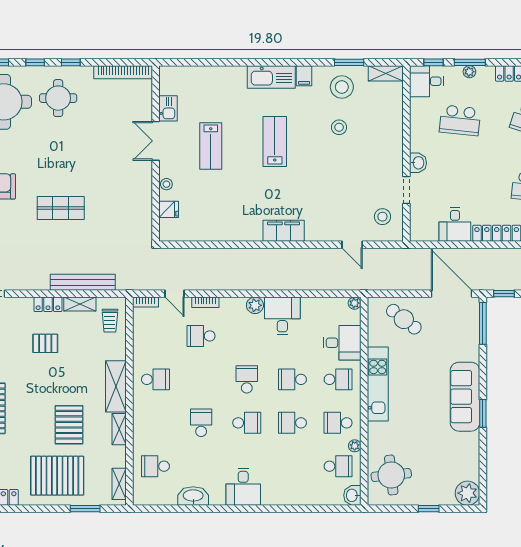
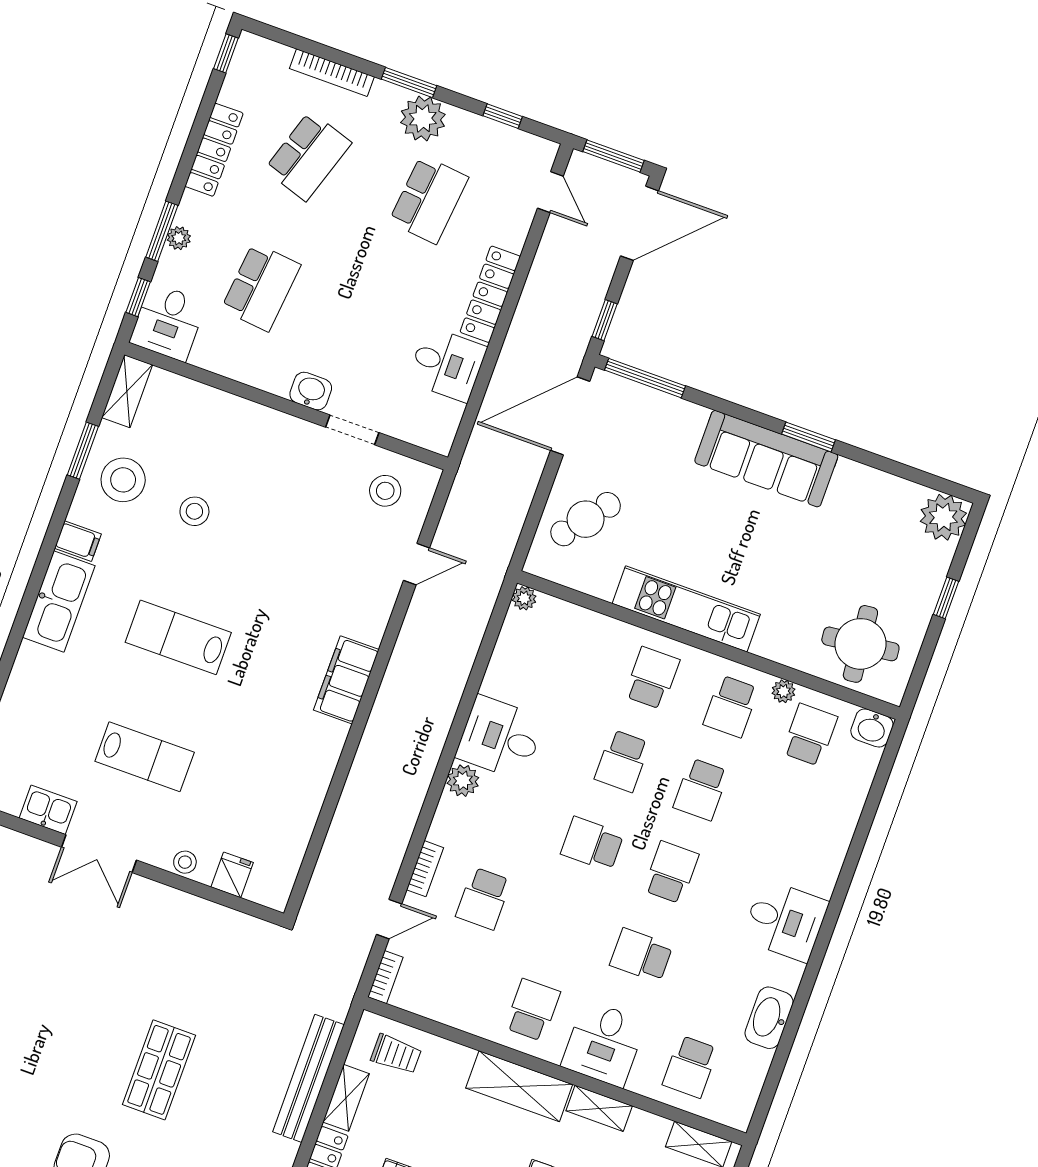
desk: (342, 343) -> (604, 1044), moved, turned 180

